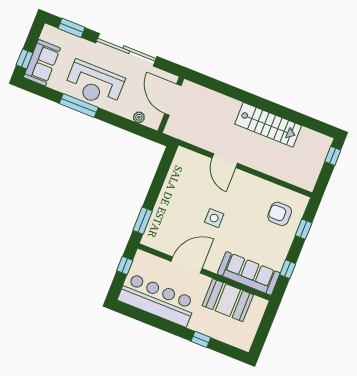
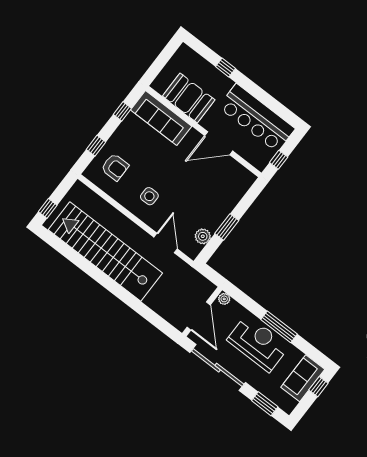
door: (173, 100) -> (199, 316), moved
wall: (171, 105) -> (202, 312), moved
stairs: (268, 125) -> (105, 251), width x1.86, depth x1.51
door: (225, 161) -> (166, 243), moved
plant: (177, 171) -> (203, 236), added
side table: (214, 218) -> (149, 196), moved
window: (143, 221) -> (227, 227), moved

